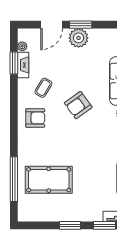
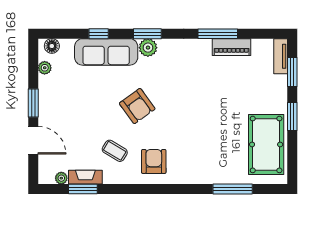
plant: (79, 38) -> (45, 68), moved, width x0.53, depth x0.53
window: (14, 179) -> (233, 189), width x0.68
pool table: (49, 180) -> (266, 144), moved

